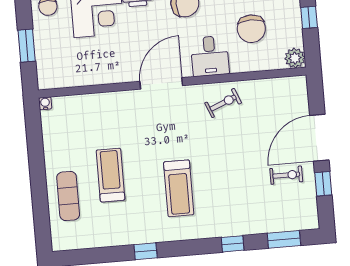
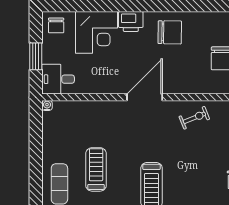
desk: (210, 56) -> (58, 79), moved, turned 90

